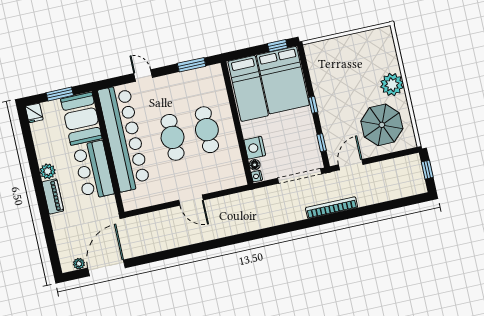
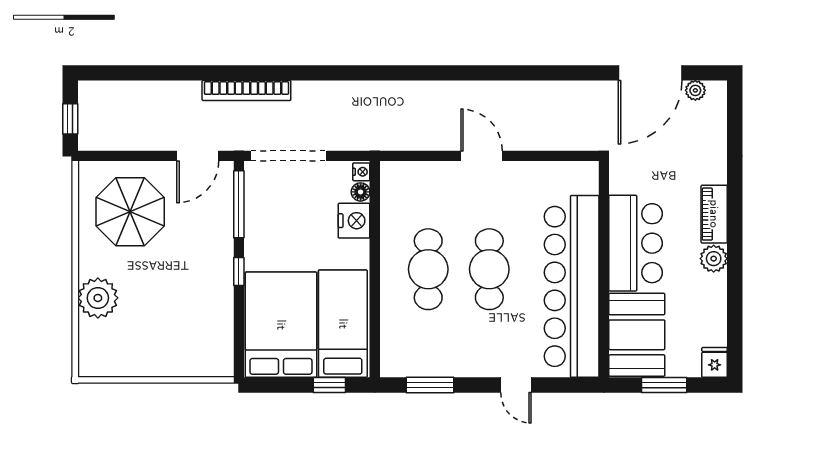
window: (277, 46) -> (329, 385), moved
plant: (392, 85) -> (98, 298), moved
window: (322, 143) -> (239, 204), width x2.17

